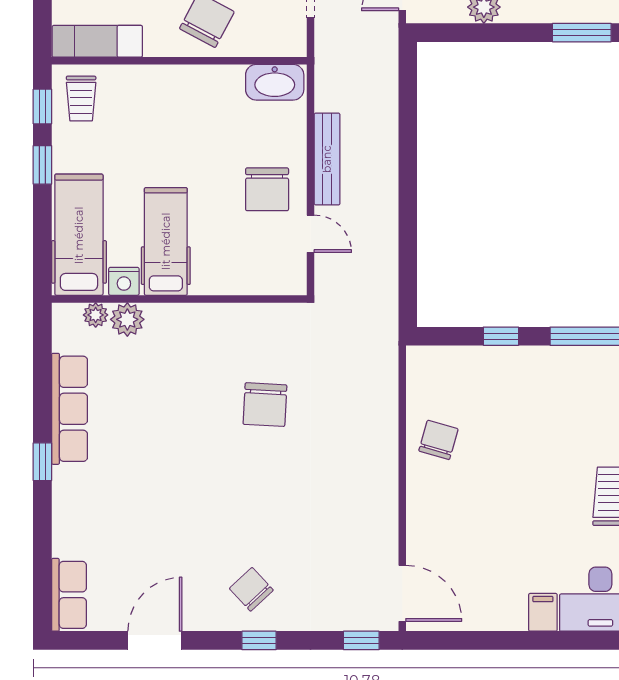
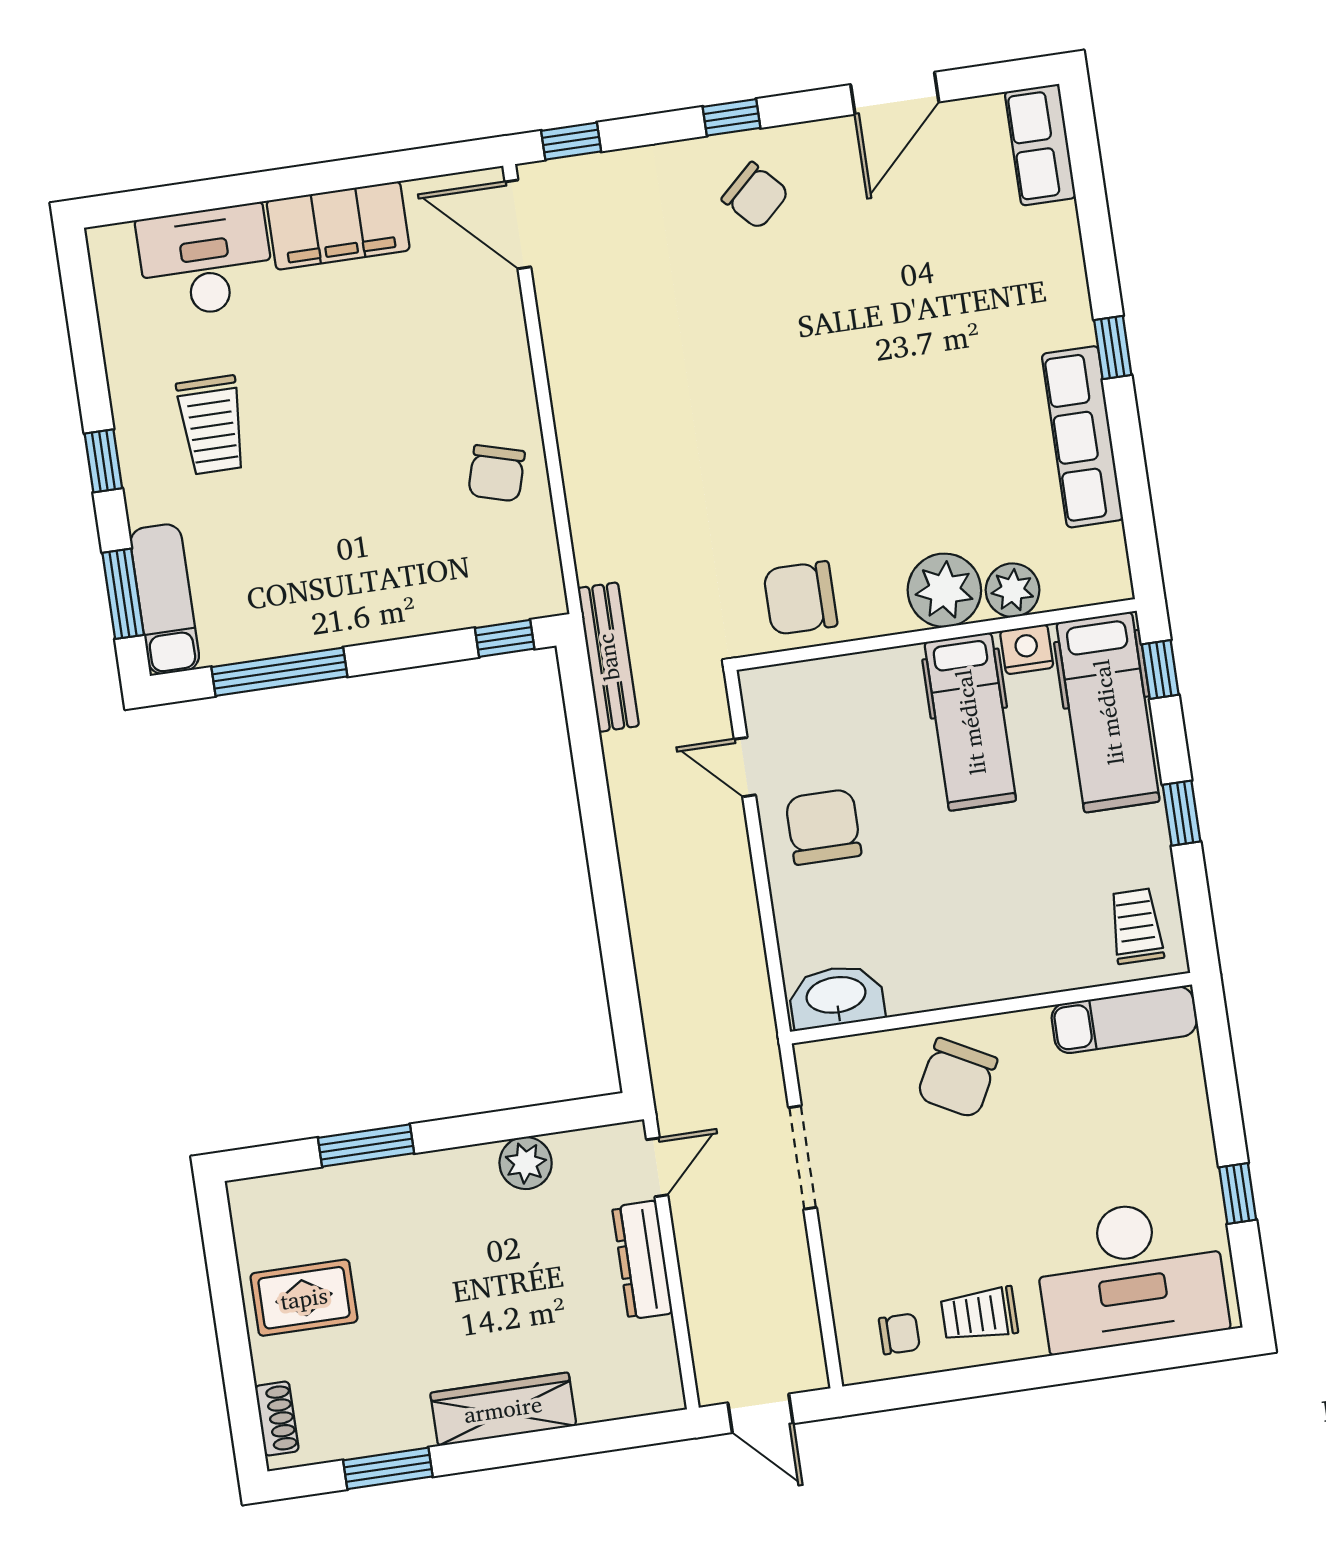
window: (42, 107) -> (1160, 669), moved
bench: (327, 159) -> (608, 657), moved
plant: (96, 315) -> (944, 590), moved, width x1.88, depth x1.88
window: (501, 336) -> (505, 638), moved
chair: (265, 405) -> (800, 598), moved, turned -93
filing cabinet: (543, 612) -> (338, 226), width x3.00, depth x1.17

